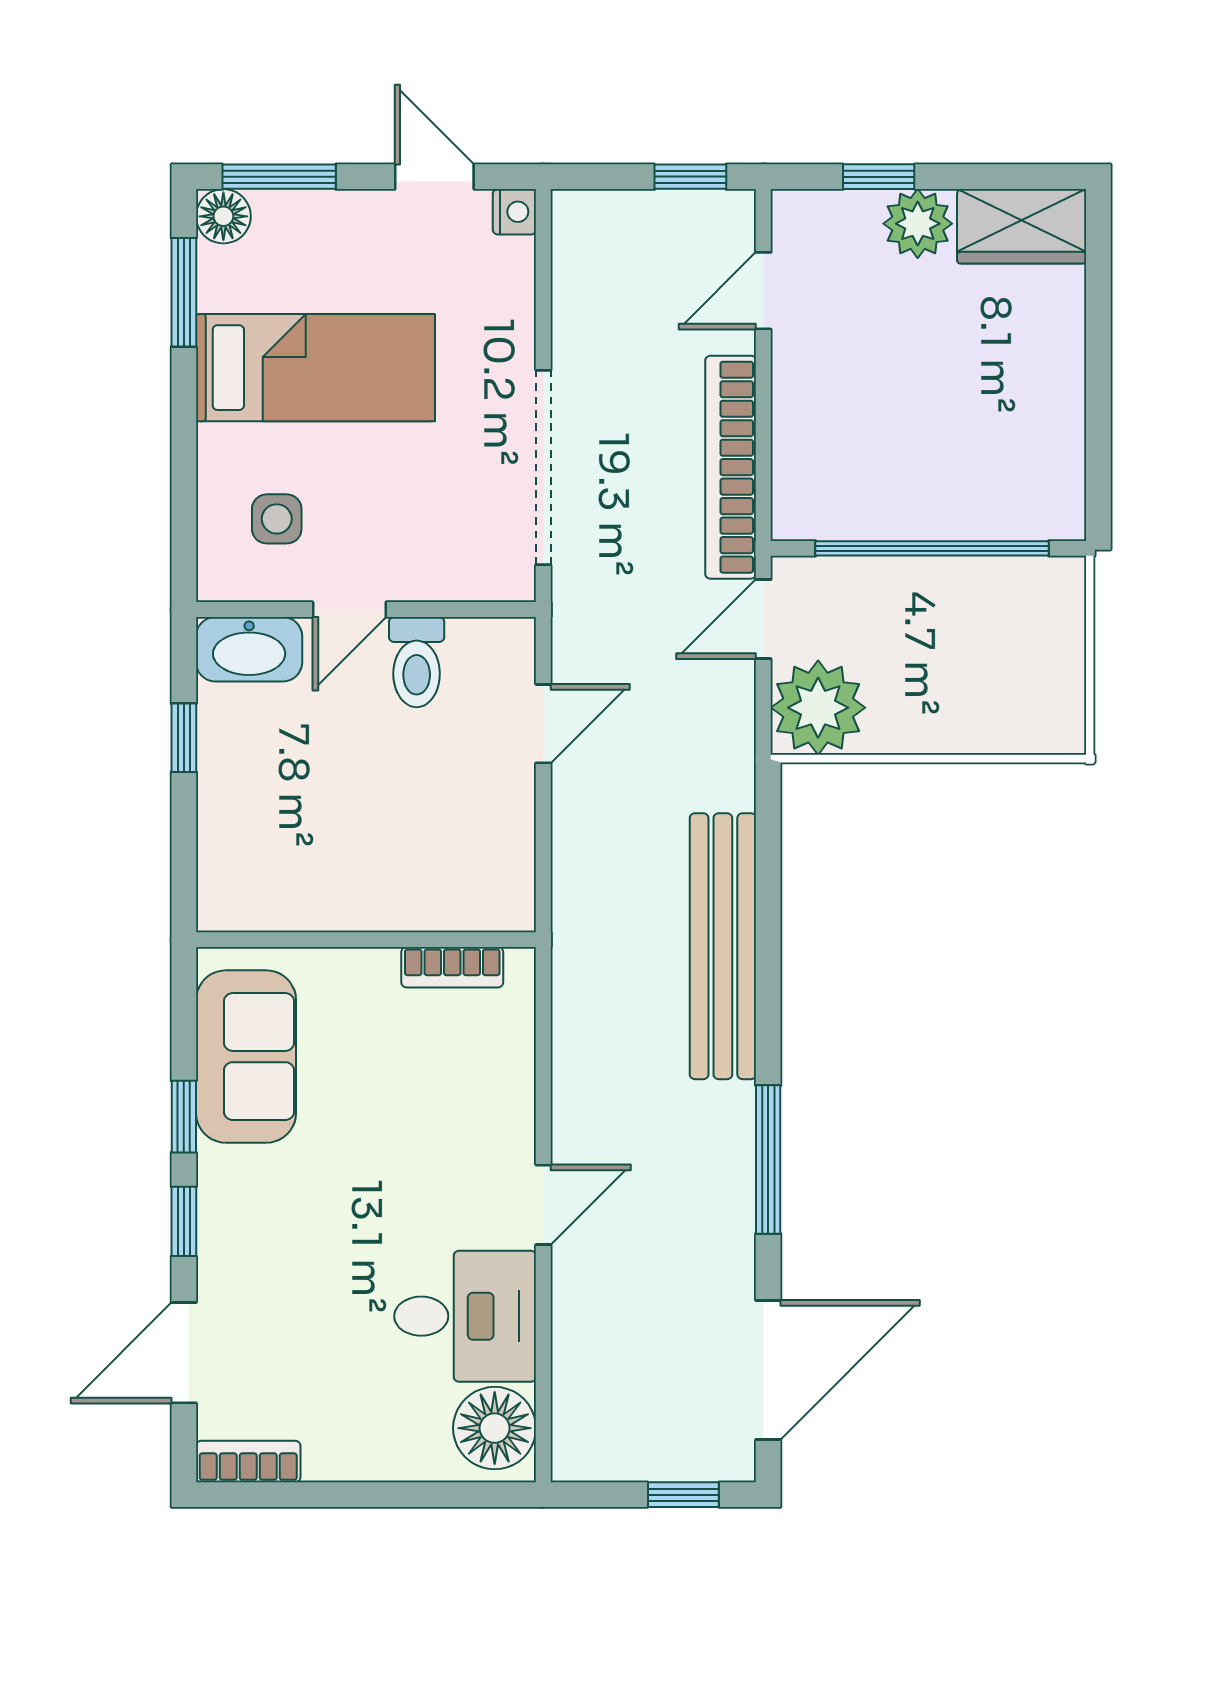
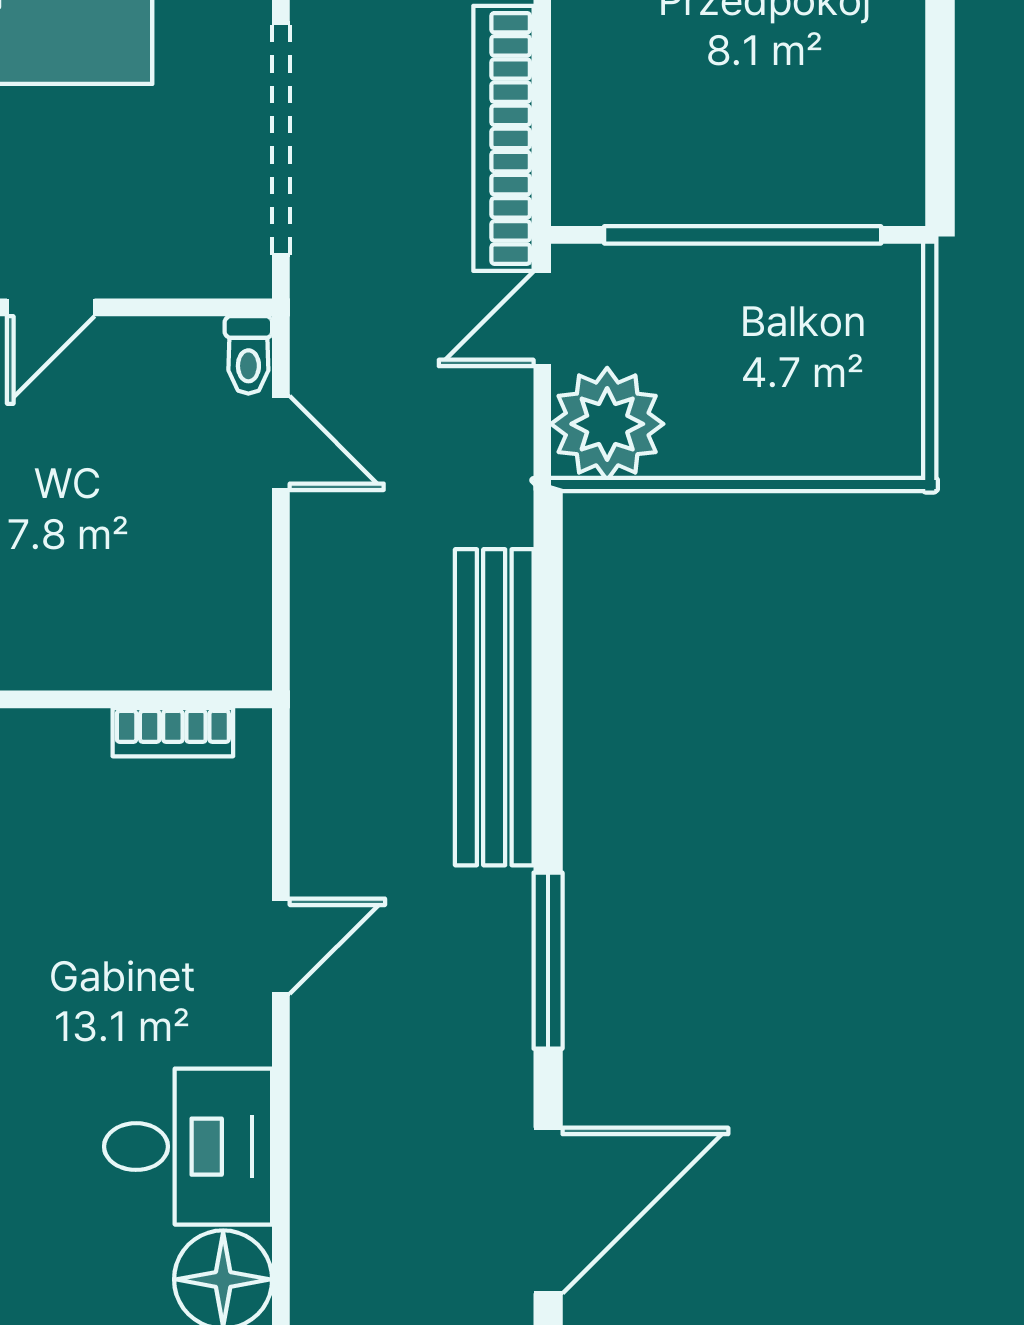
toilet: (417, 662) -> (248, 355), moved, width x0.73, depth x0.72
door: (543, 724) -> (281, 443), hinge flipped
door: (543, 1205) -> (281, 946), moved

